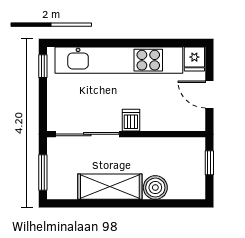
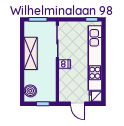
door: (209, 94) -> (77, 104), swing flipped
boiler: (155, 188) -> (30, 91), moved

